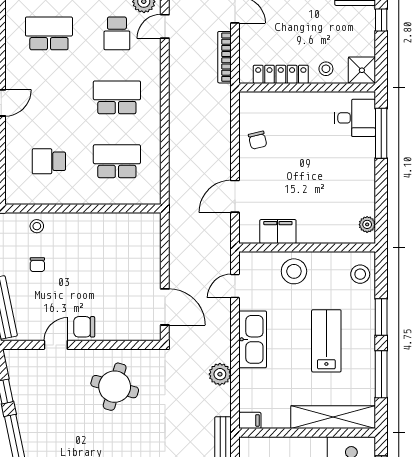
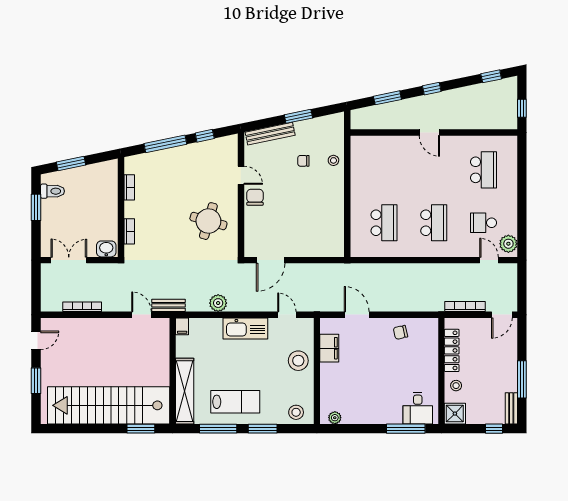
school desk: (49, 161) -> (384, 170), removed
lab bench: (326, 341) -> (235, 402), moved

